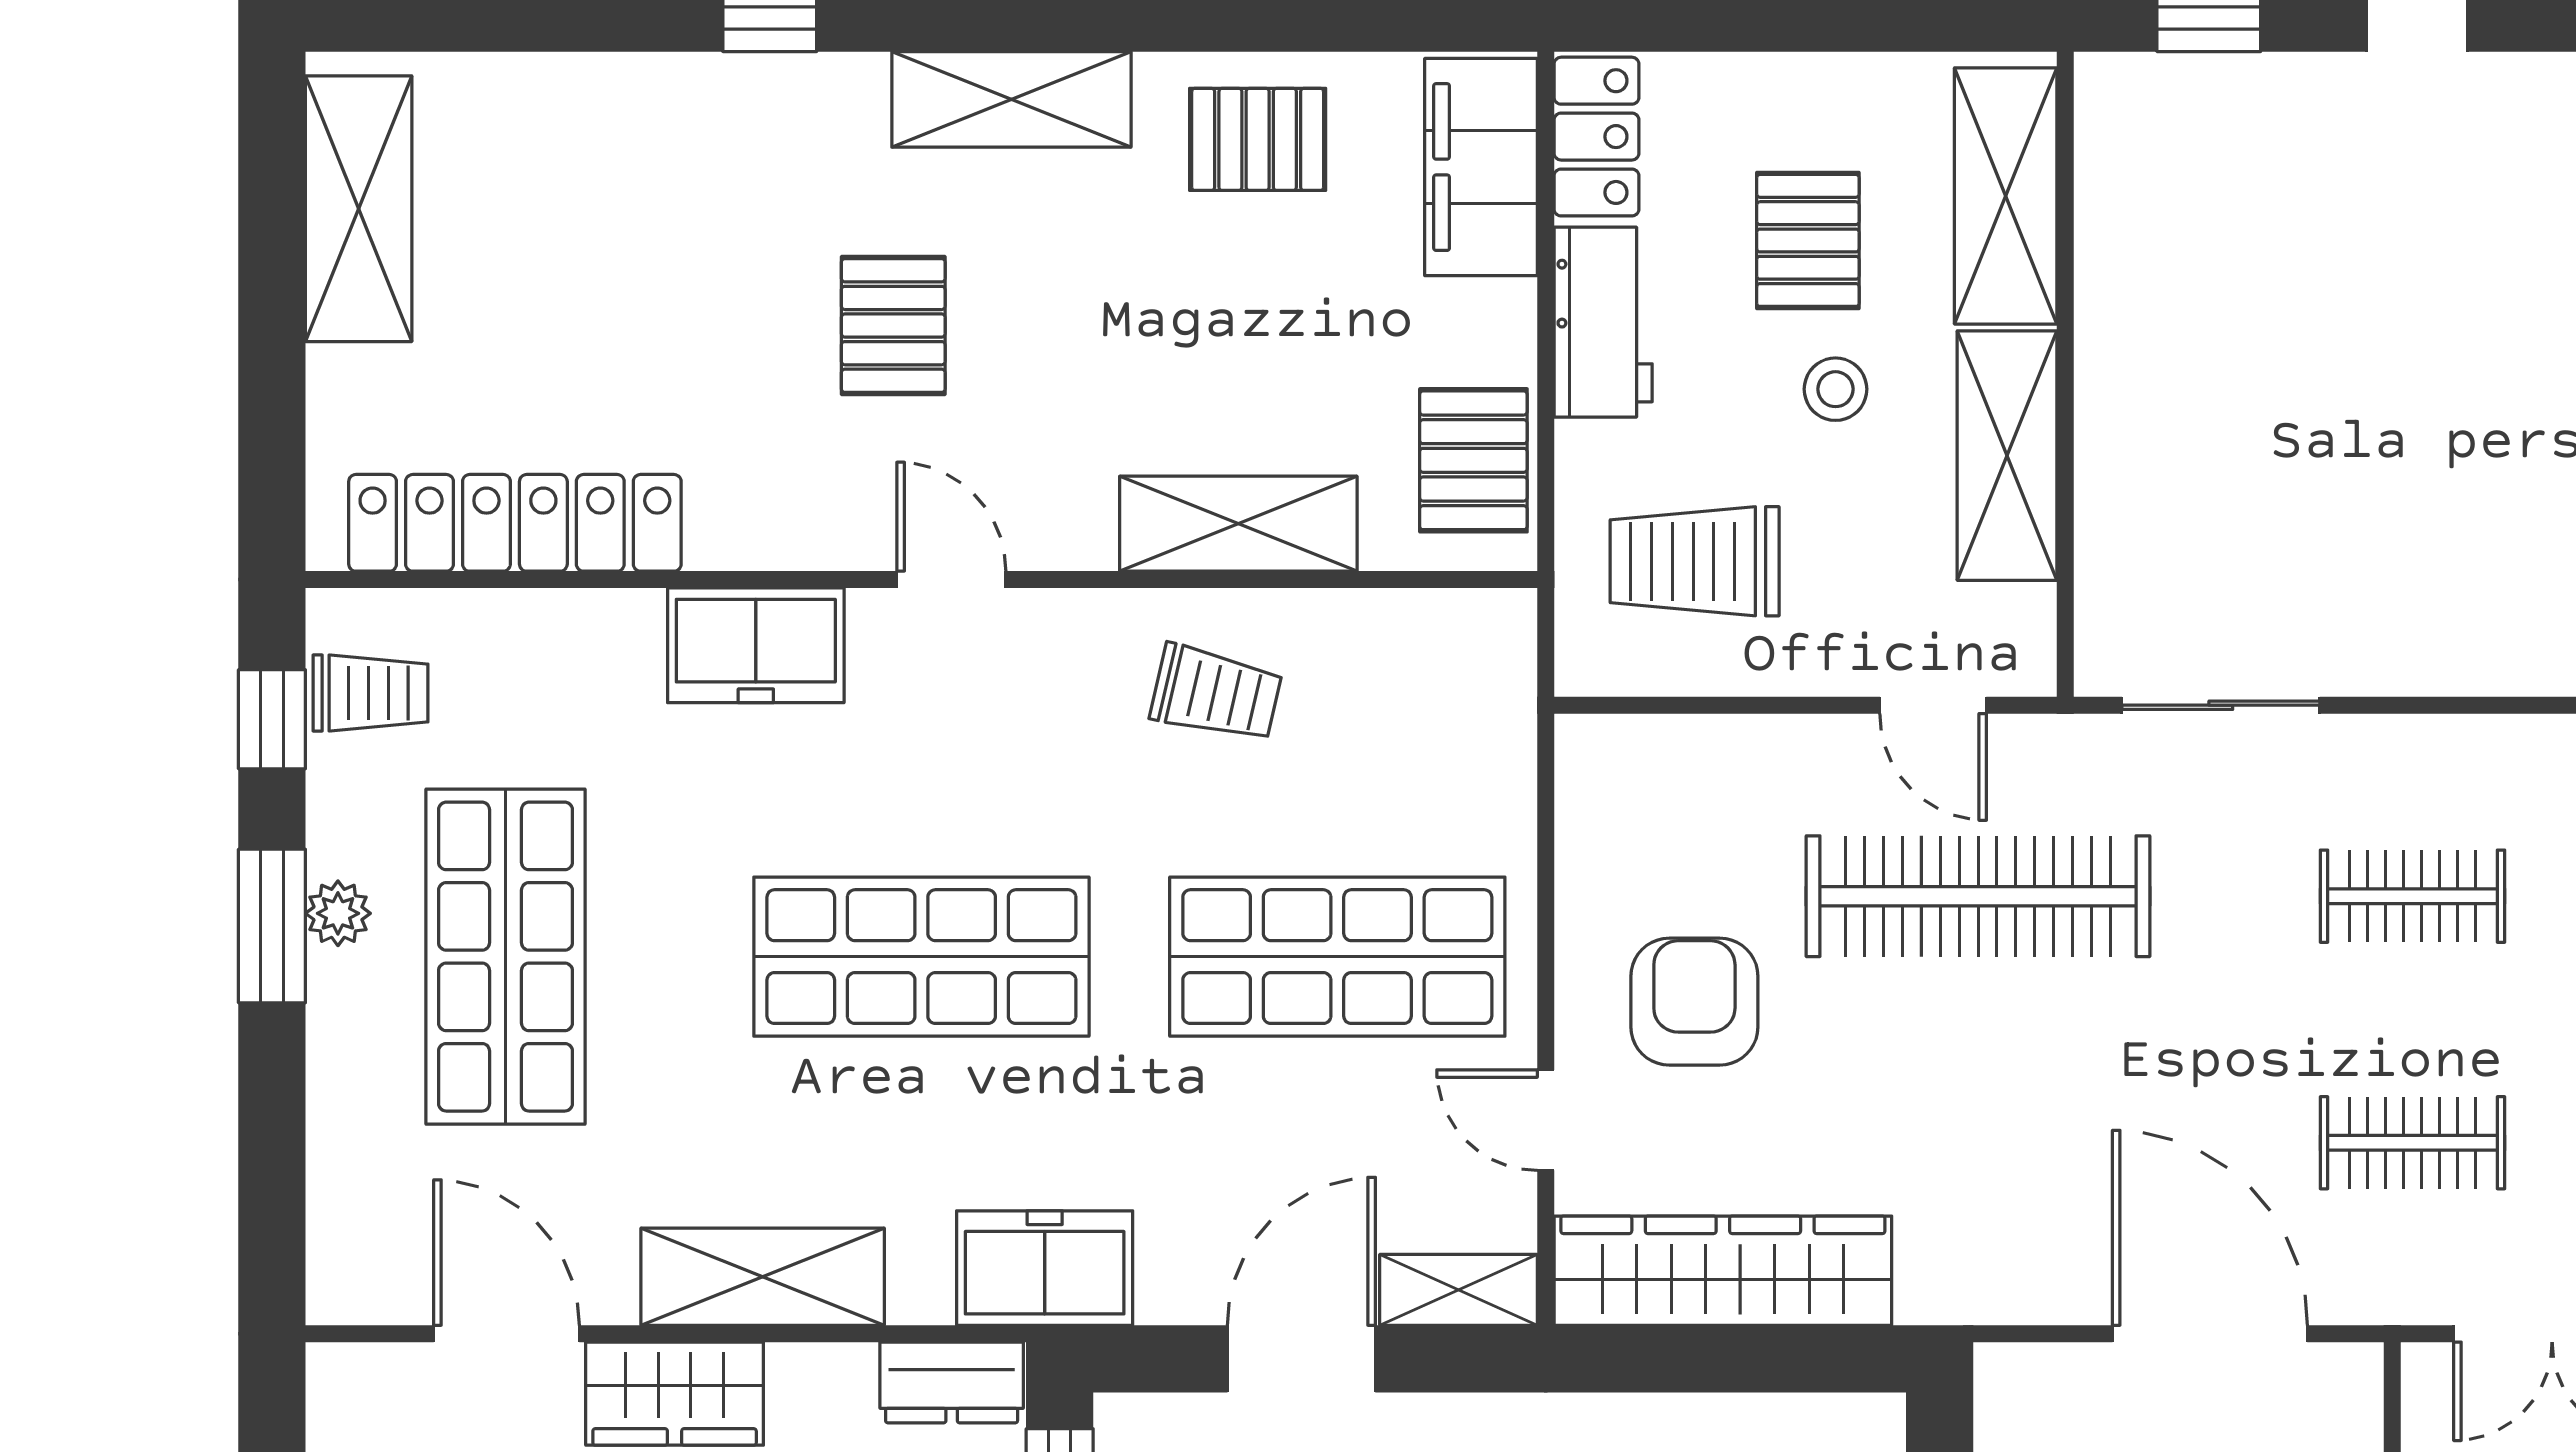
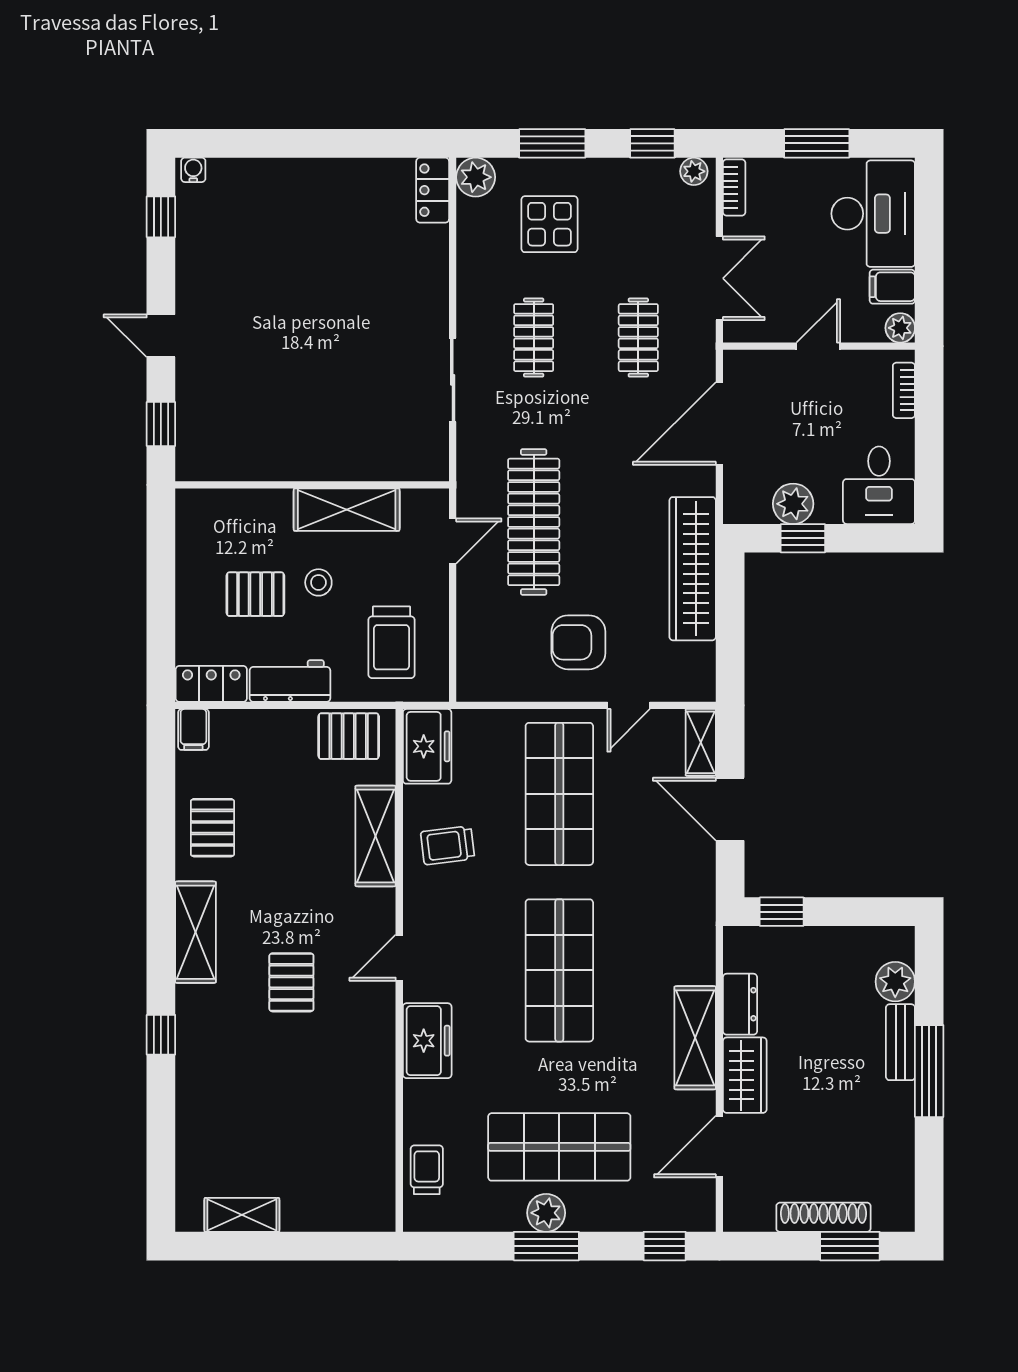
filing cabinet: (1481, 167) -> (193, 729), width x0.33, depth x0.86
shelving: (2006, 196) -> (236, 510), removed
shelving: (359, 209) -> (242, 1215), width x0.67, depth x0.75
pallet: (893, 326) -> (291, 982), turned 90
locker: (515, 523) -> (375, 1143), removed
trolley: (371, 693) -> (427, 1170), moved
trolley: (1216, 693) -> (448, 845), turned -110
sliding door: (2221, 705) -> (453, 380), moved
window: (272, 719) -> (665, 1246), moved
plant: (338, 913) -> (546, 1213), width x1.38, depth x1.38
freezer: (1045, 1268) -> (427, 746), moved, turned 180
wardrobe: (1723, 1271) -> (693, 569), moved
dresser: (952, 1382) -> (740, 1004), moved

